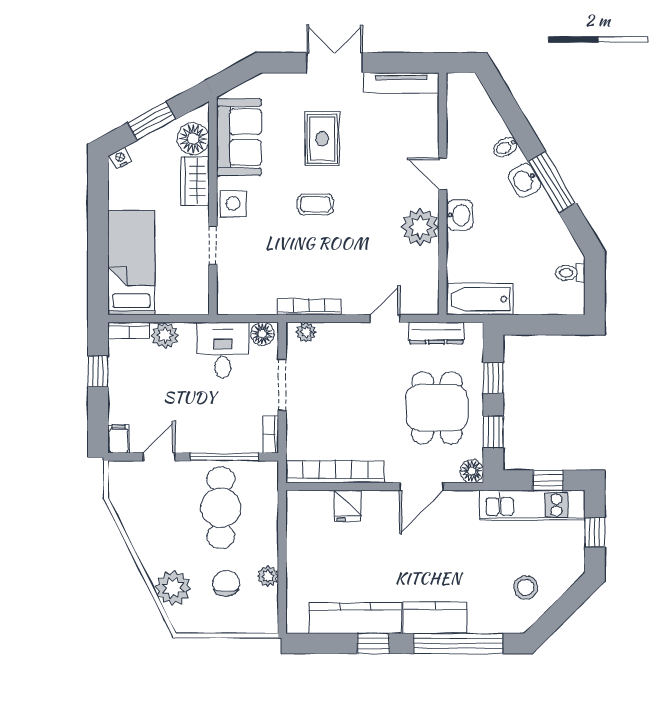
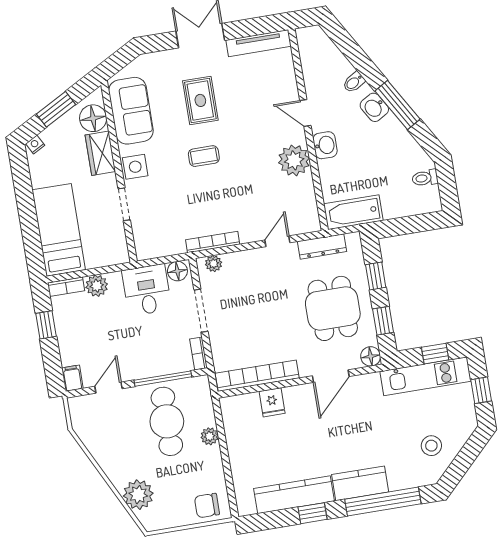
plant: (268, 576) -> (210, 436), moved
chair: (226, 583) -> (207, 506), moved, turned -90

